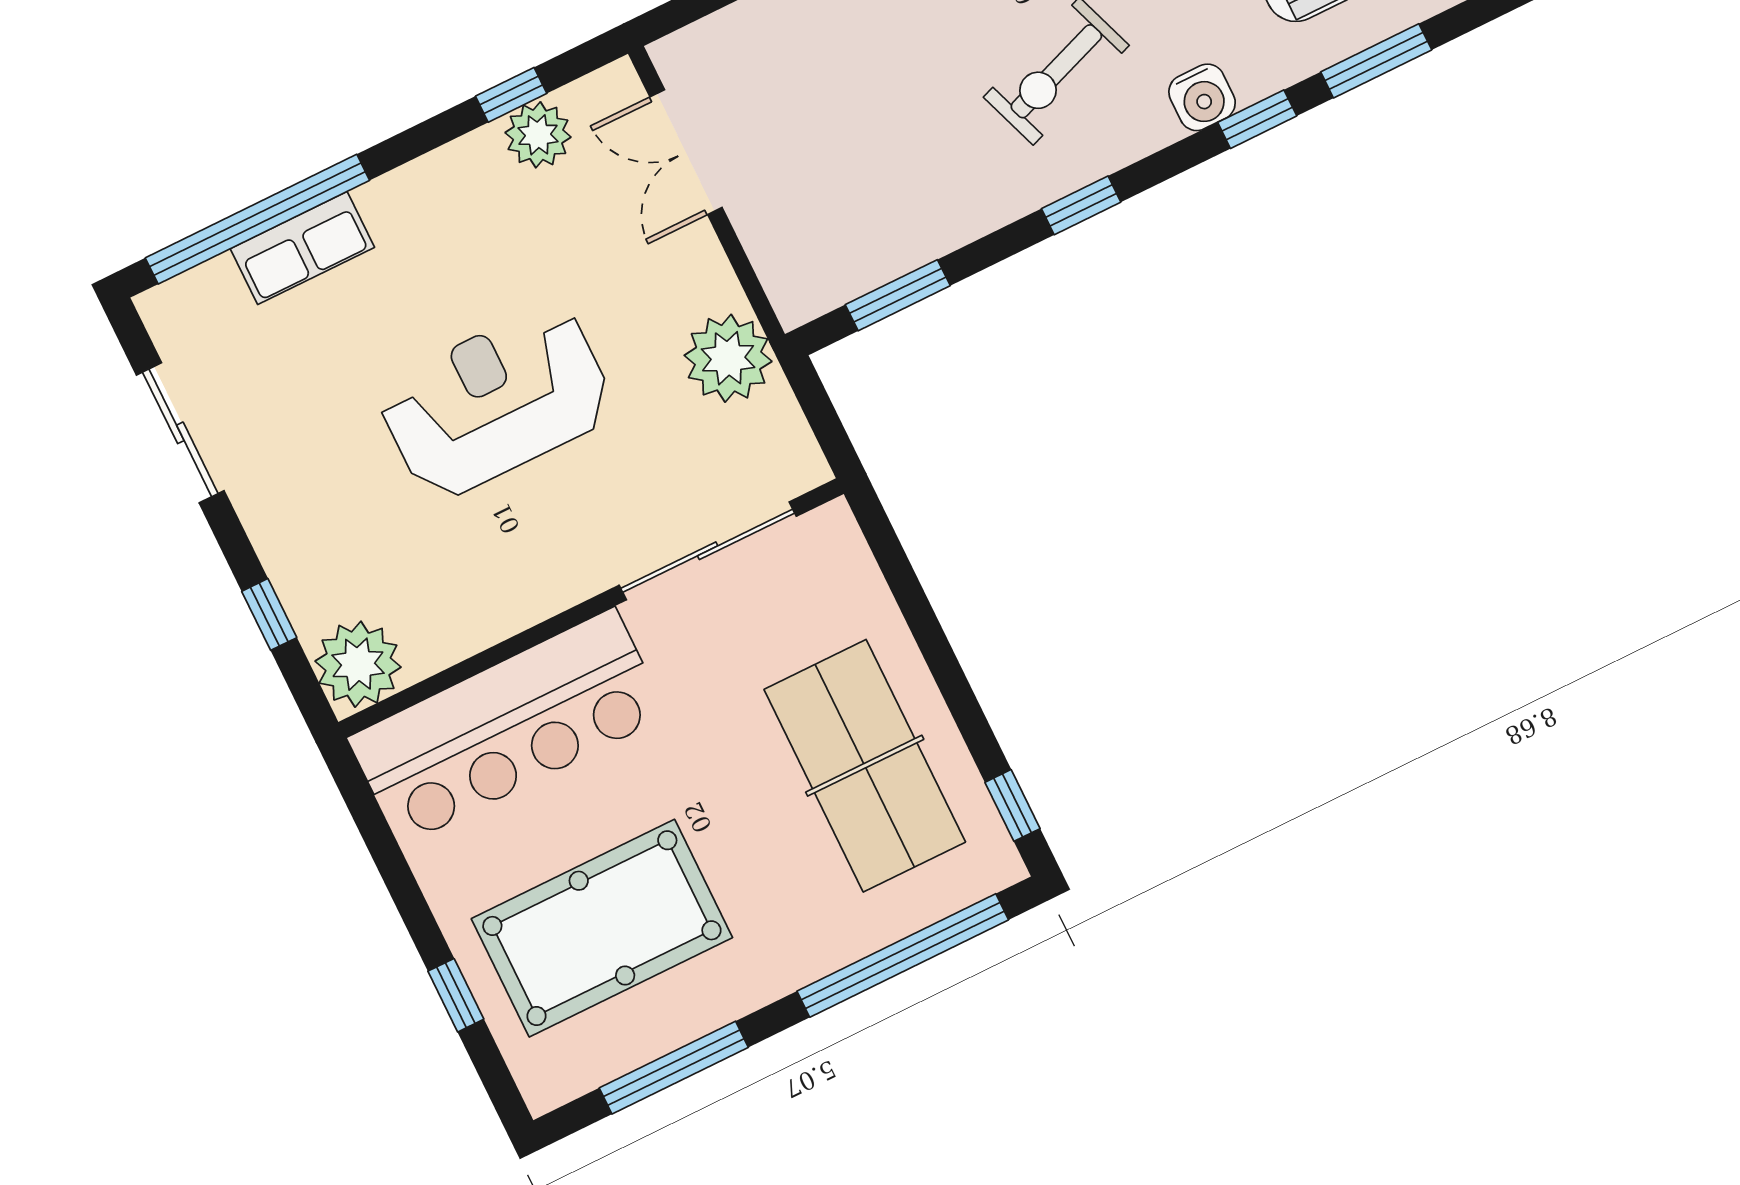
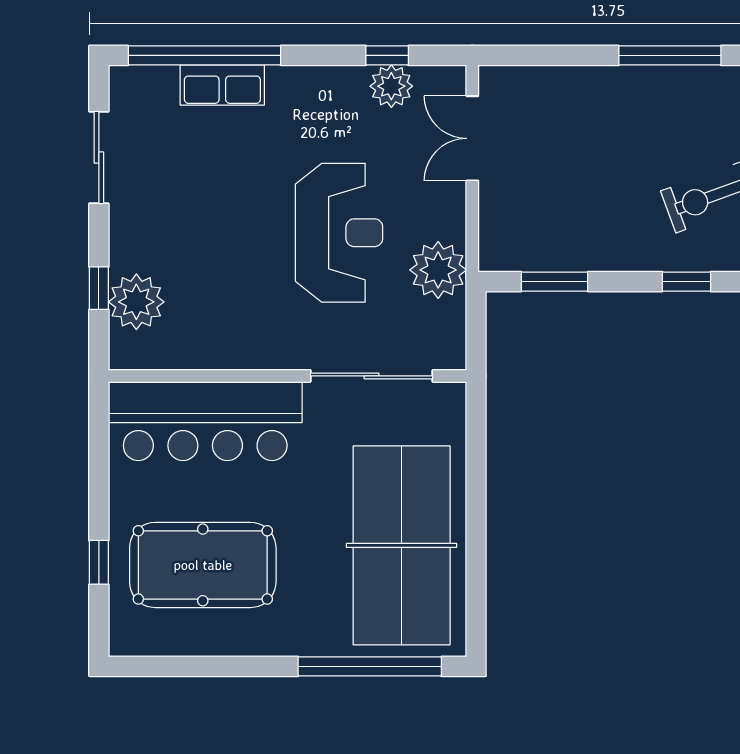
reception desk: (496, 401) -> (339, 233), moved, turned 90
plant: (358, 664) -> (136, 302), moved
table tennis table: (865, 766) -> (402, 545), width x1.36, depth x1.32
window: (1013, 805) -> (476, 610), removed
window: (674, 1068) -> (205, 666), removed

